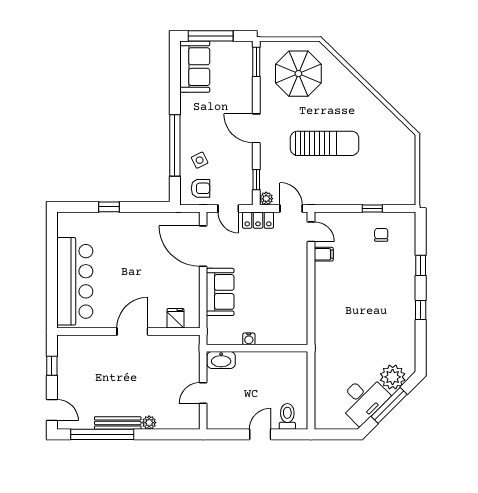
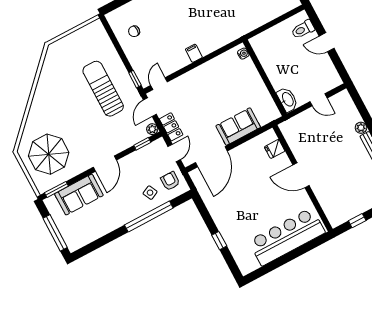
sofa: (195, 67) -> (79, 195), moved, turned 180
sun lounger: (325, 143) -> (103, 89), moved
window: (372, 209) -> (135, 79), moved
filing cabinet: (324, 254) -> (194, 53), moved
water cooler: (249, 339) -> (243, 54), moved

